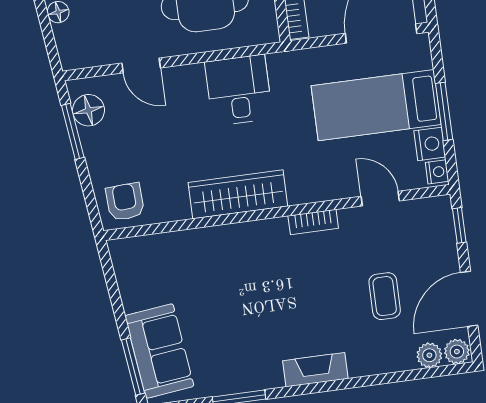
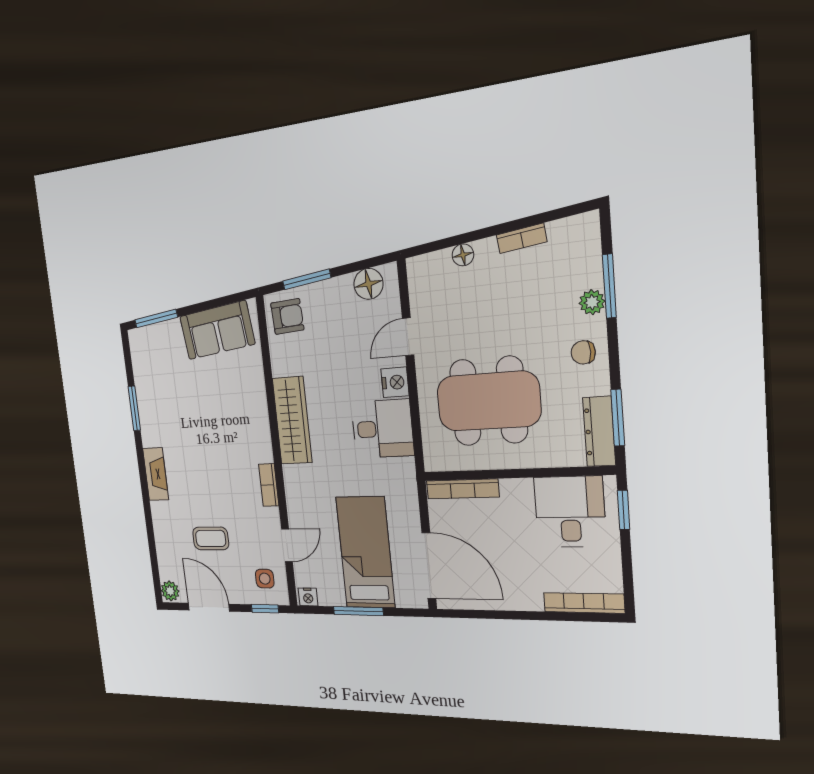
window: (73, 131) -> (307, 279), moved
nightstand: (430, 144) -> (395, 382), moved, turned -90
side table: (423, 226) -> (265, 579), added
sofa: (159, 351) -> (217, 330), moved
plant: (429, 355) -> (167, 568), removed

